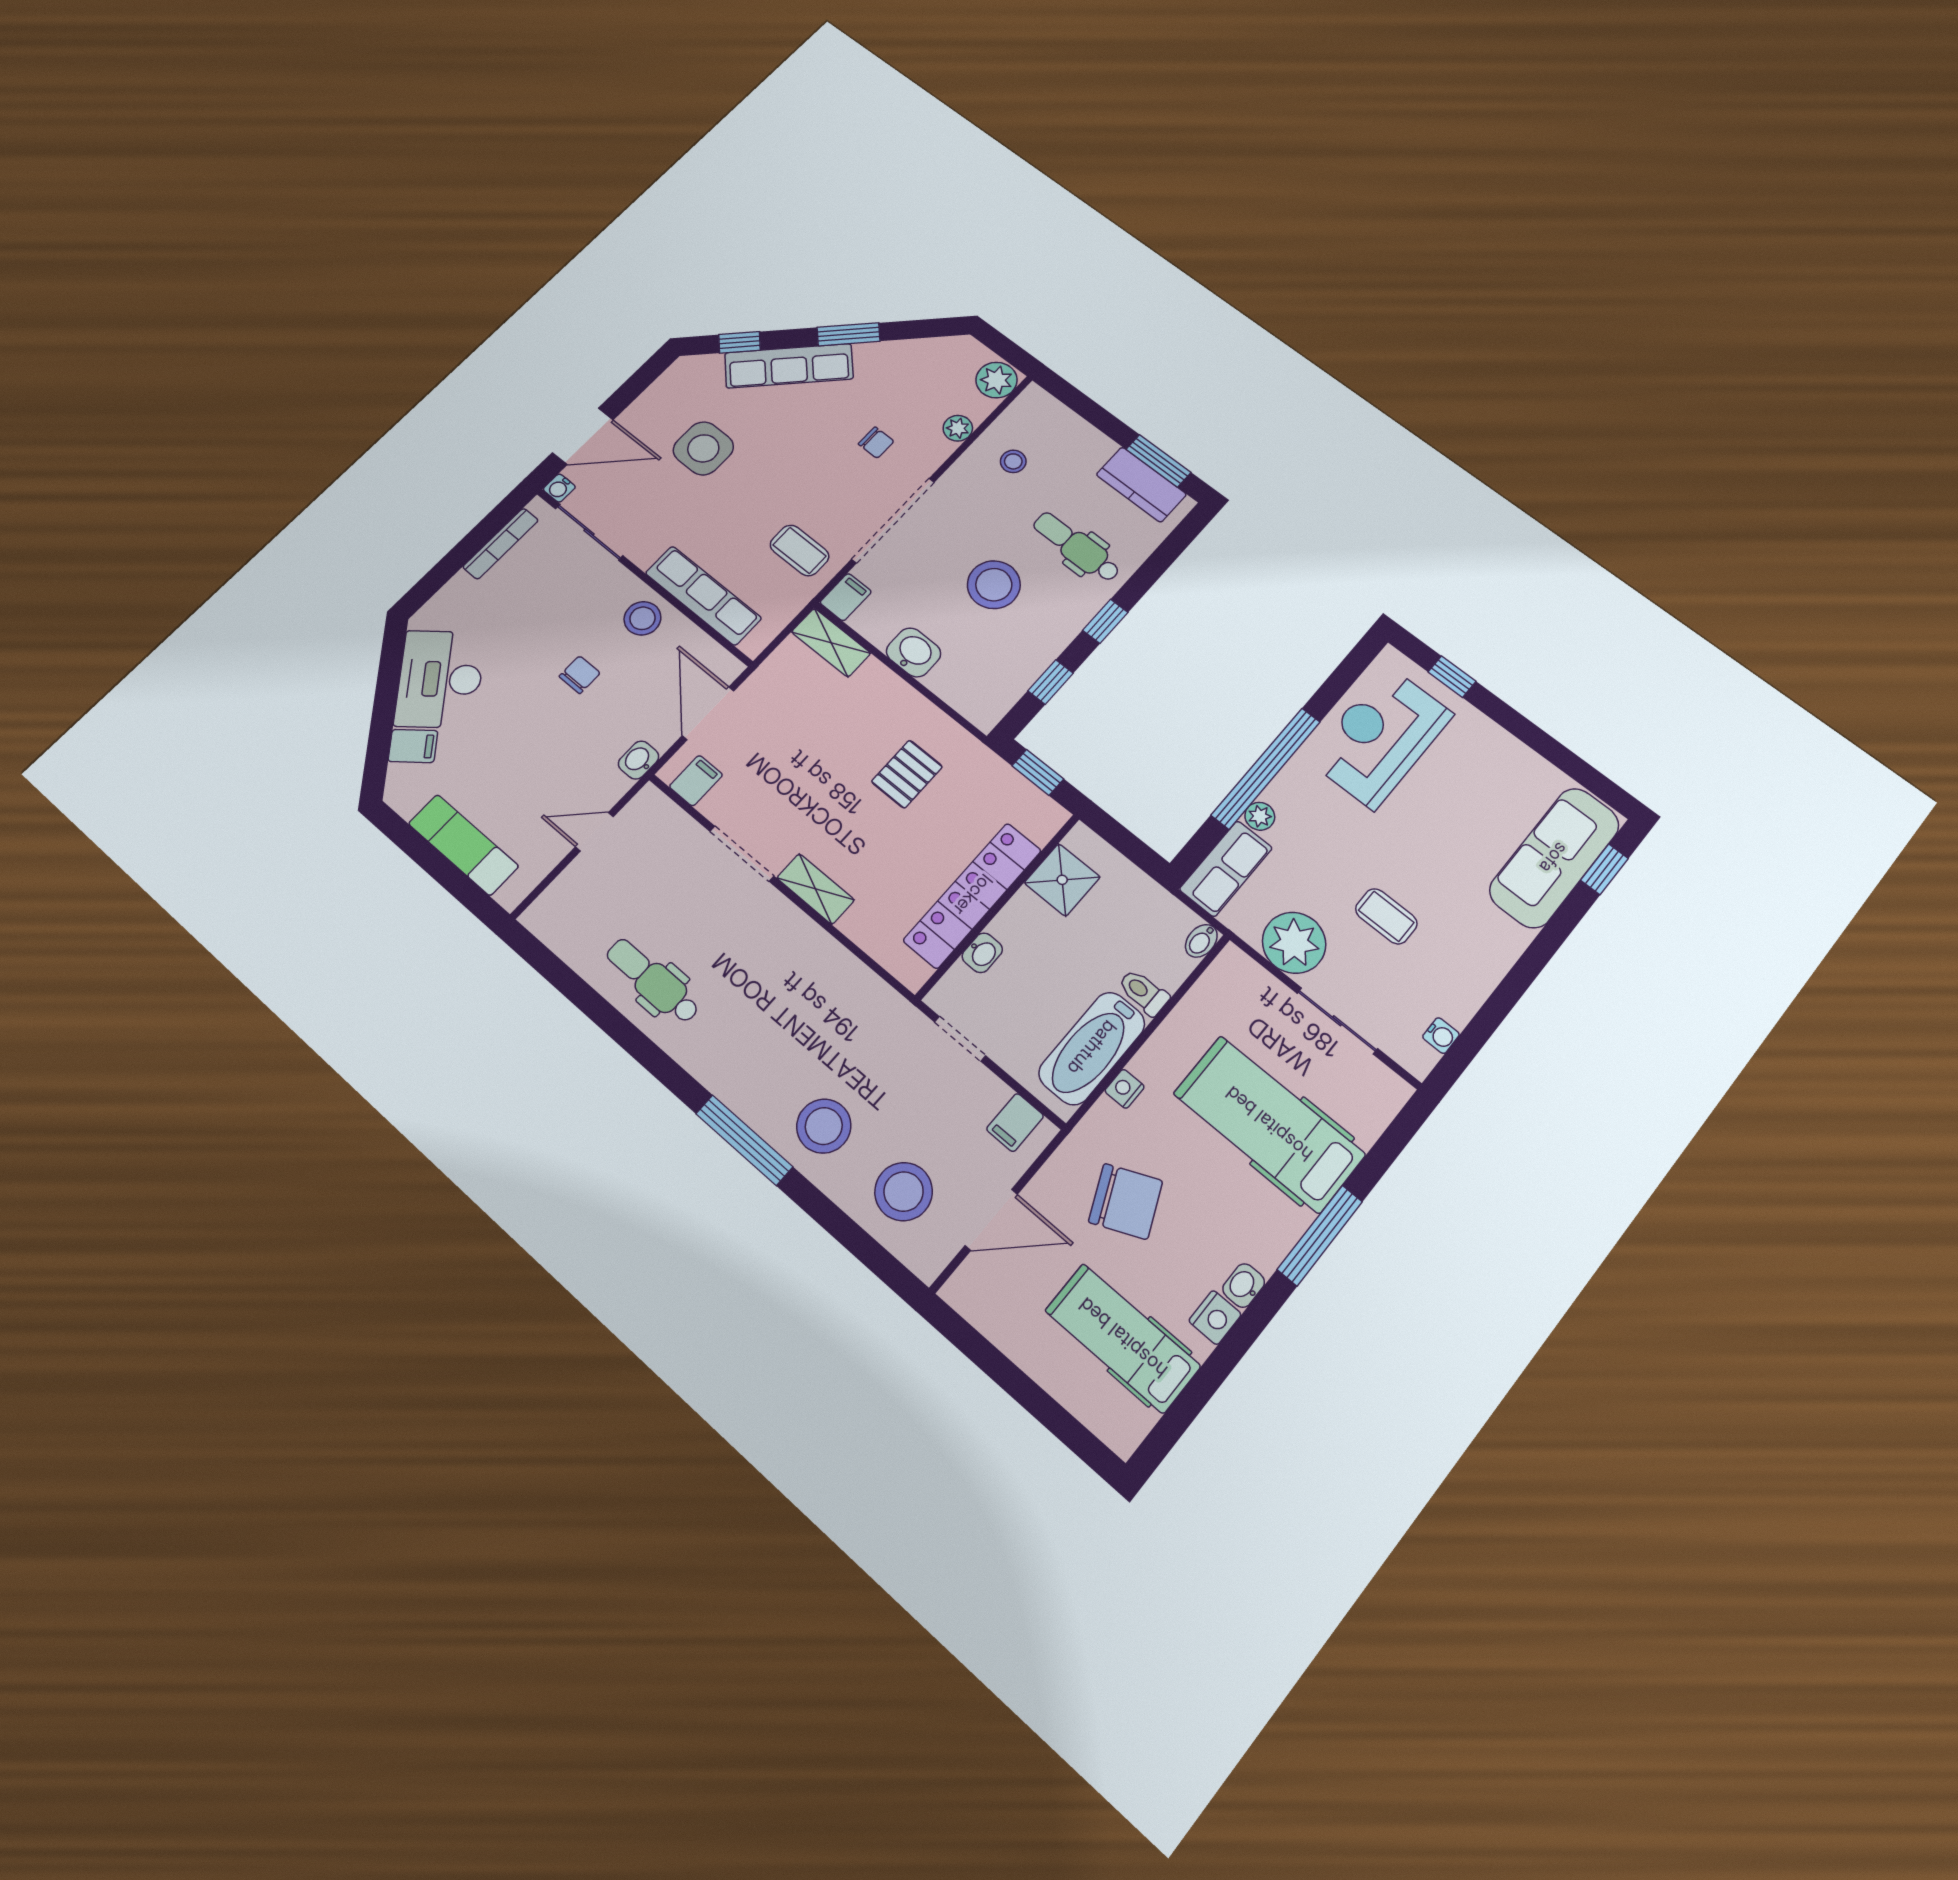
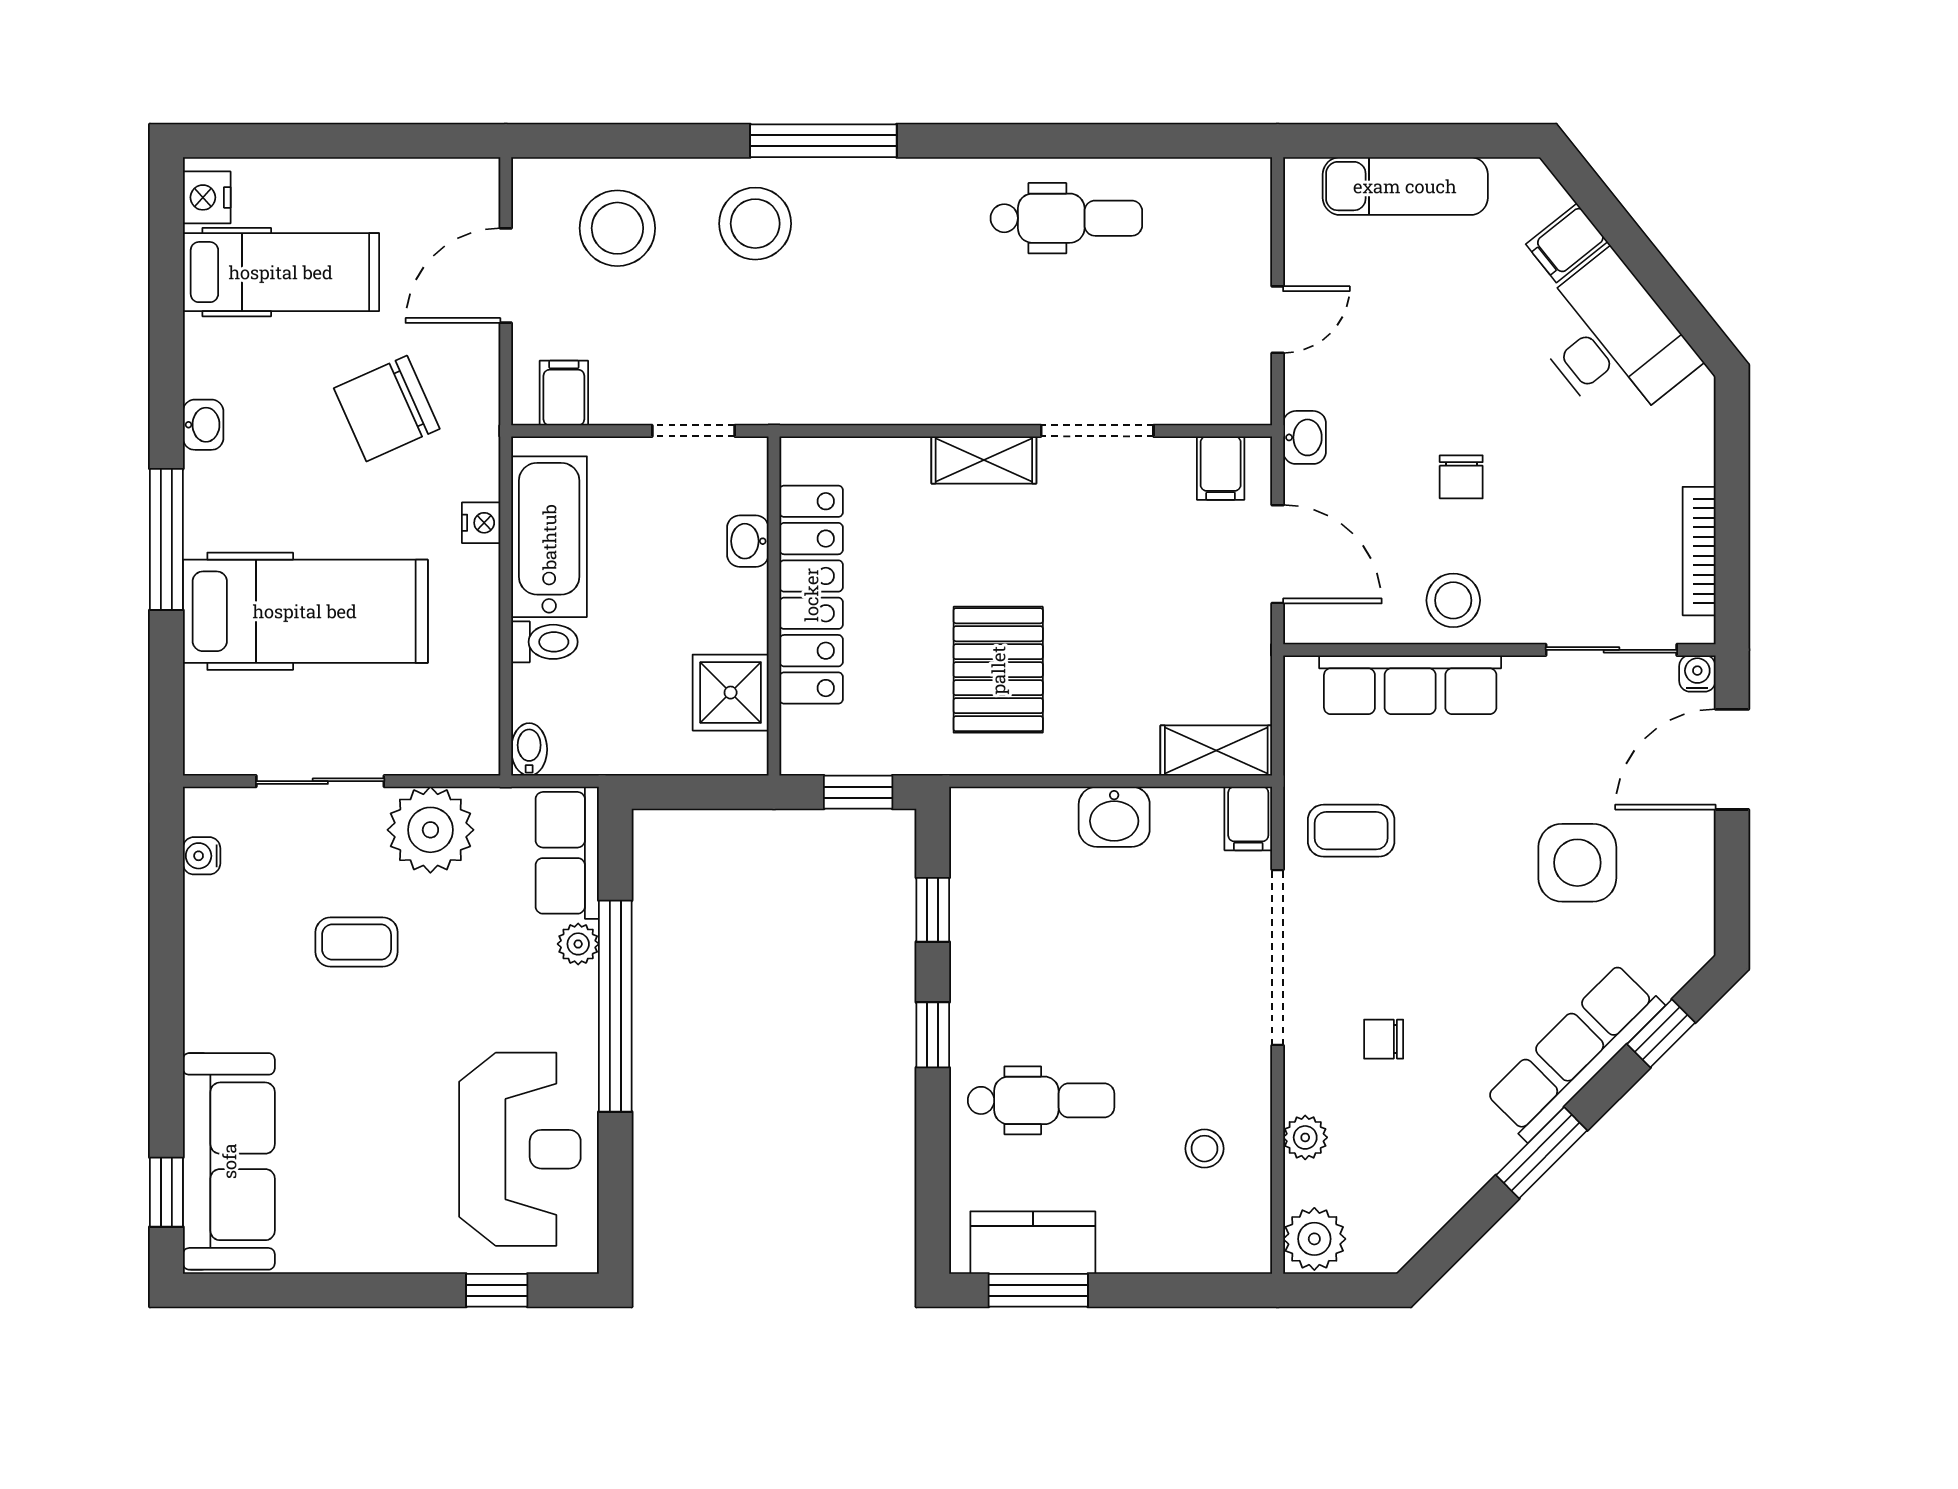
stool: (994, 585) -> (1095, 974), removed
pallet: (907, 774) -> (998, 670), width x1.50, depth x1.42
nightstand: (1215, 1317) -> (207, 197), moved

